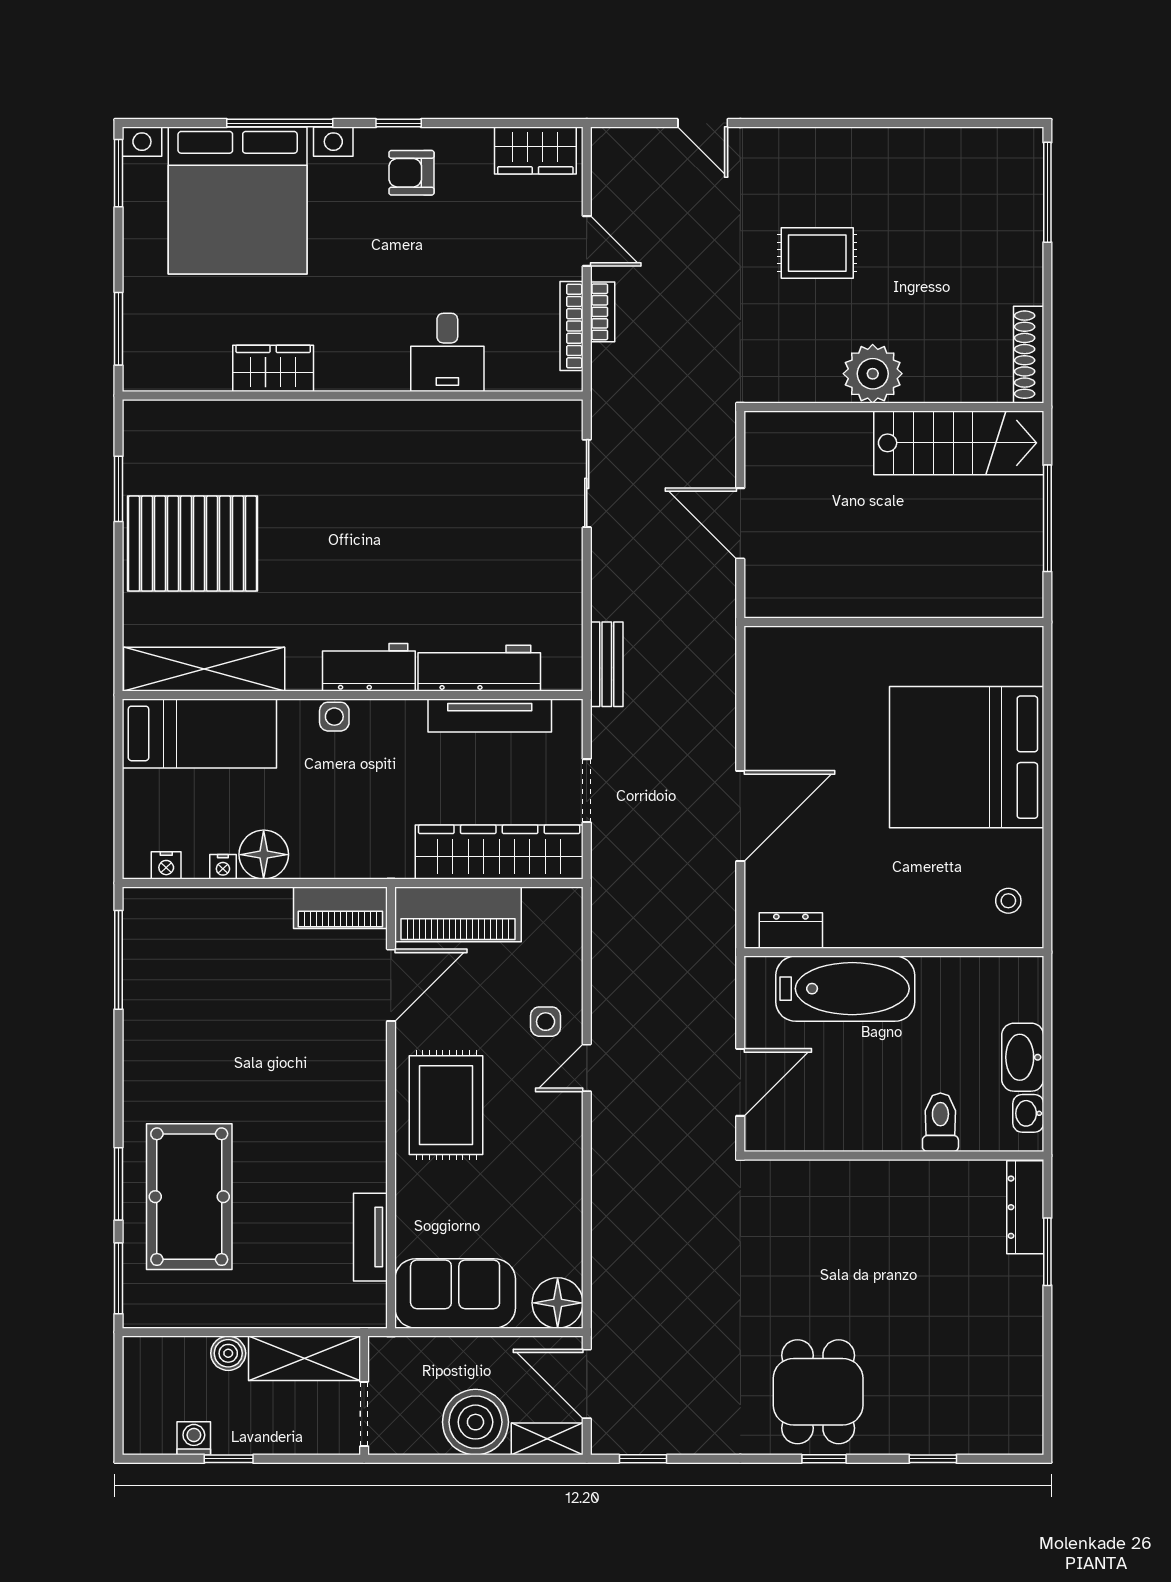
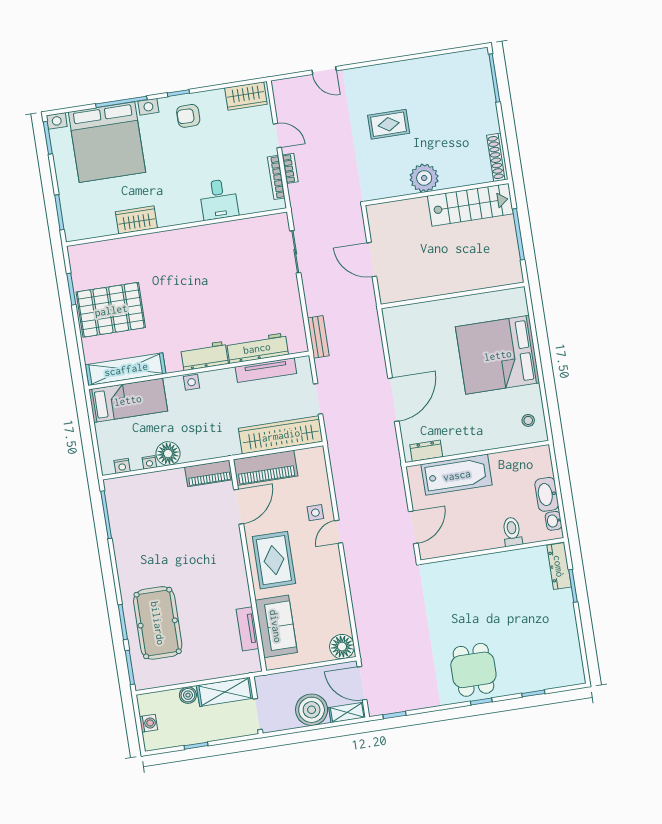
sofa: (455, 1293) -> (276, 626), moved, turned 90
washing machine: (194, 1438) -> (148, 723), moved, turned 90

